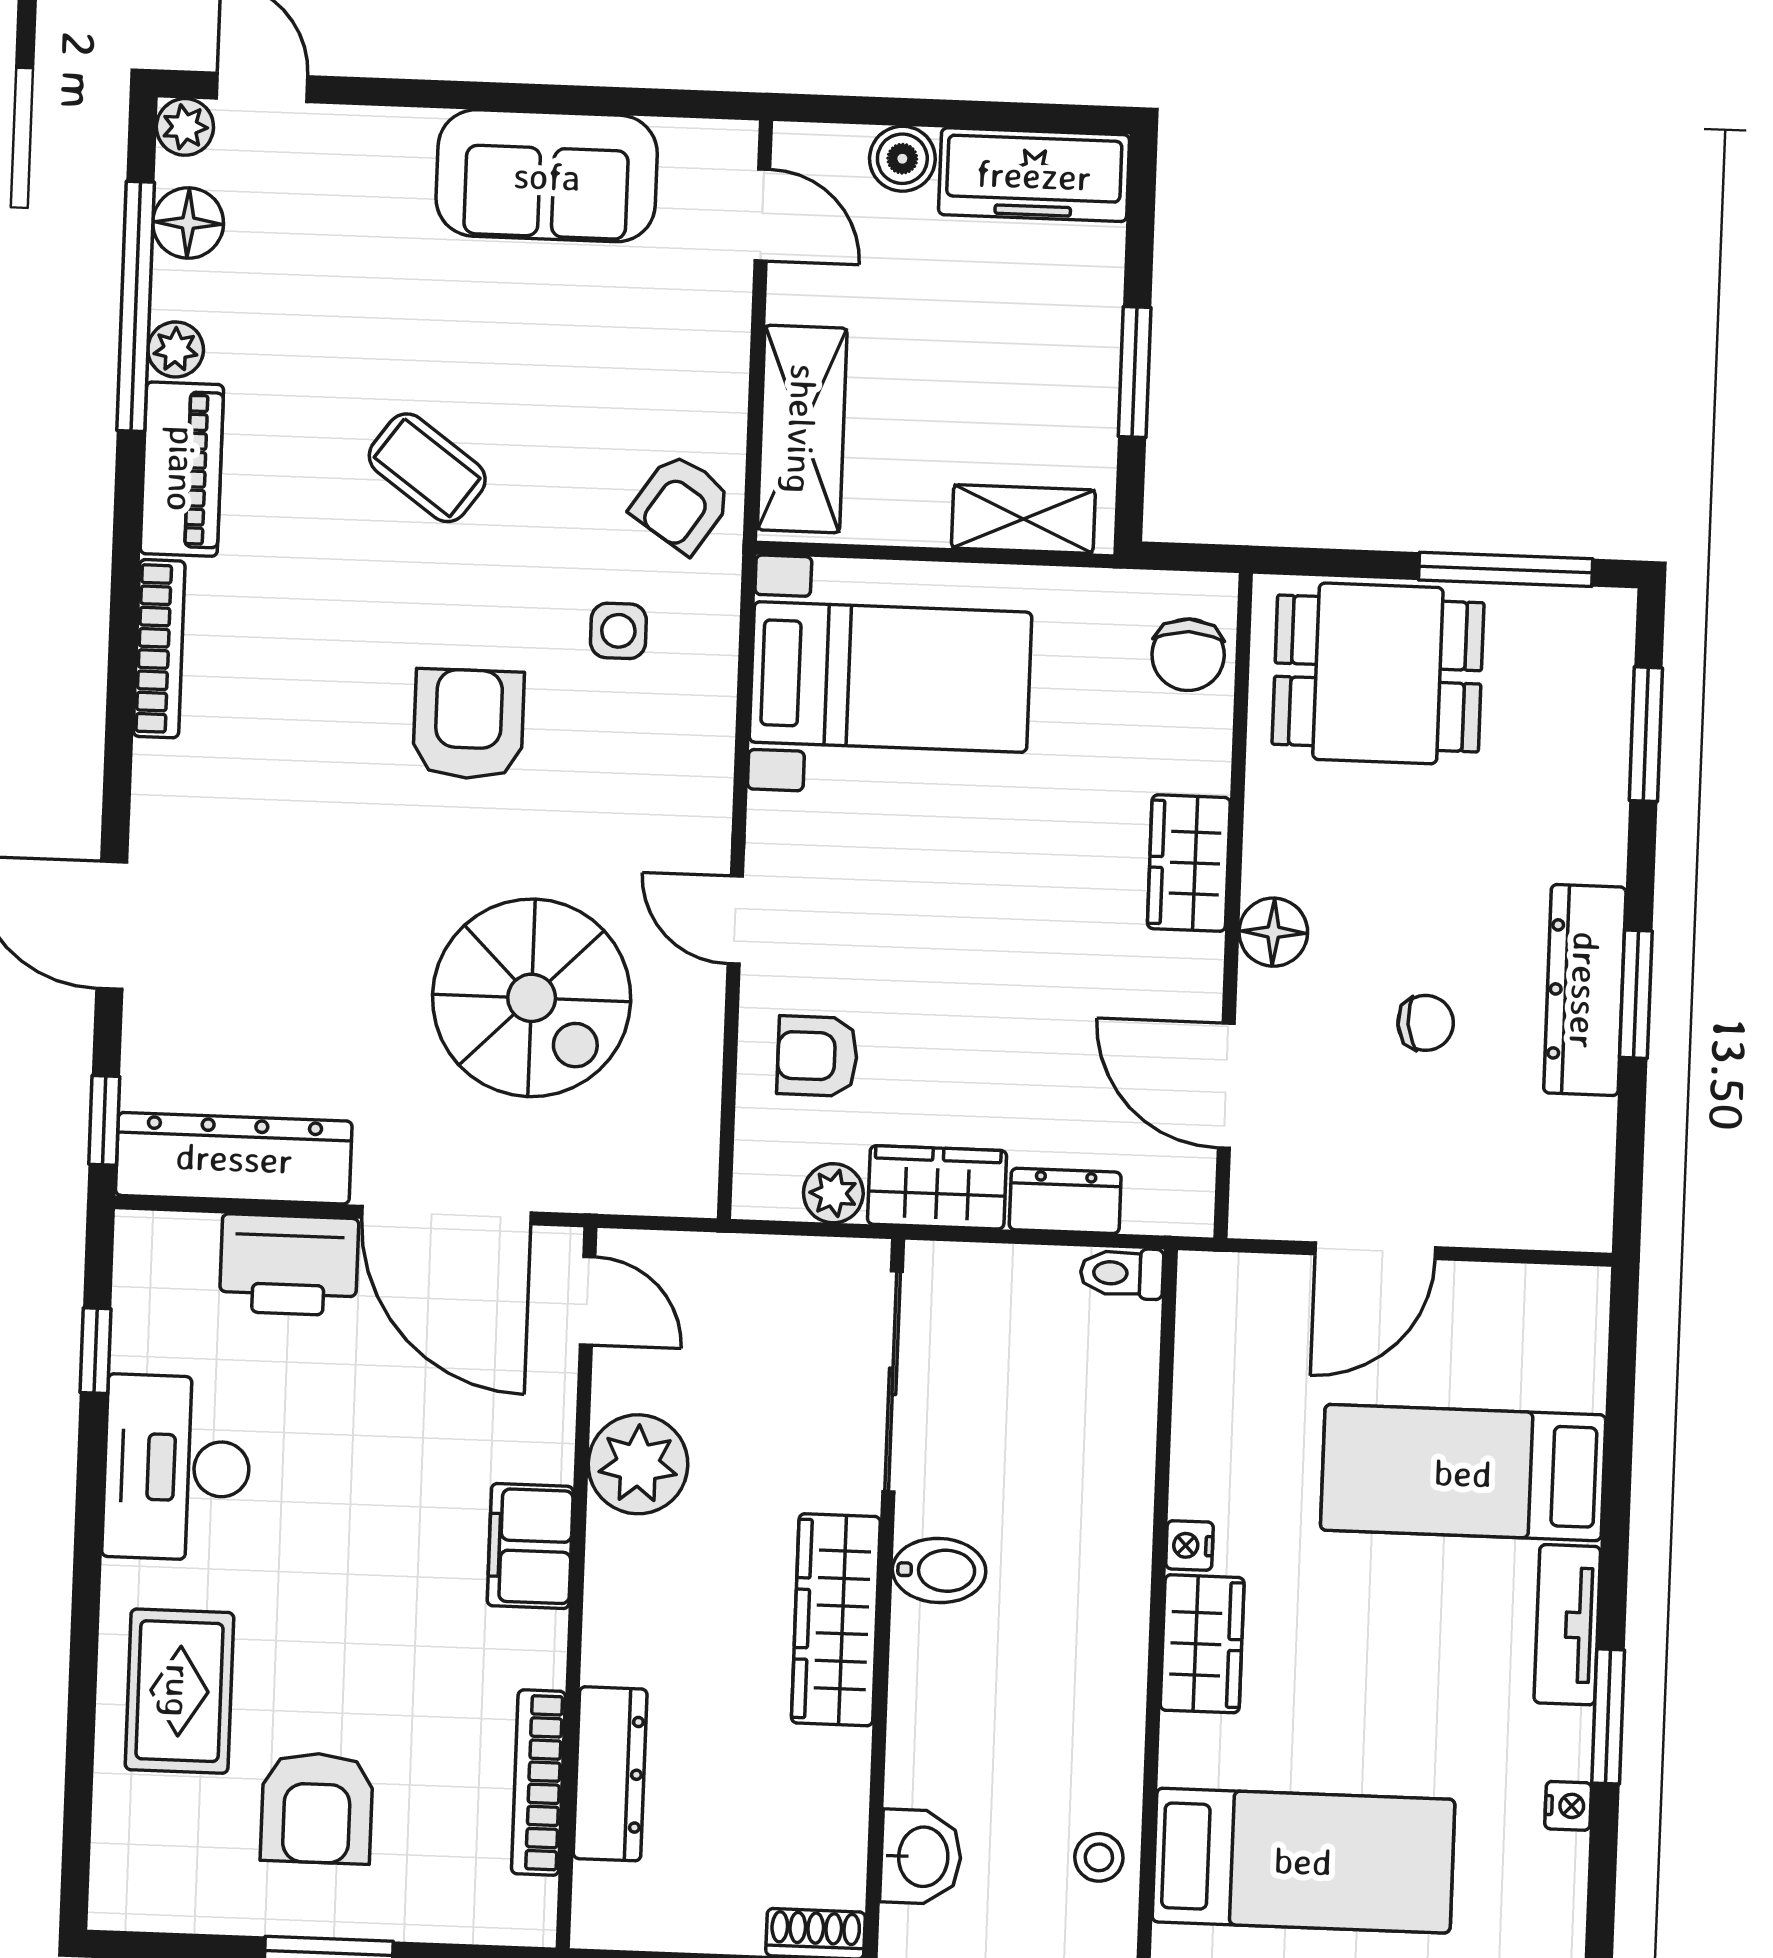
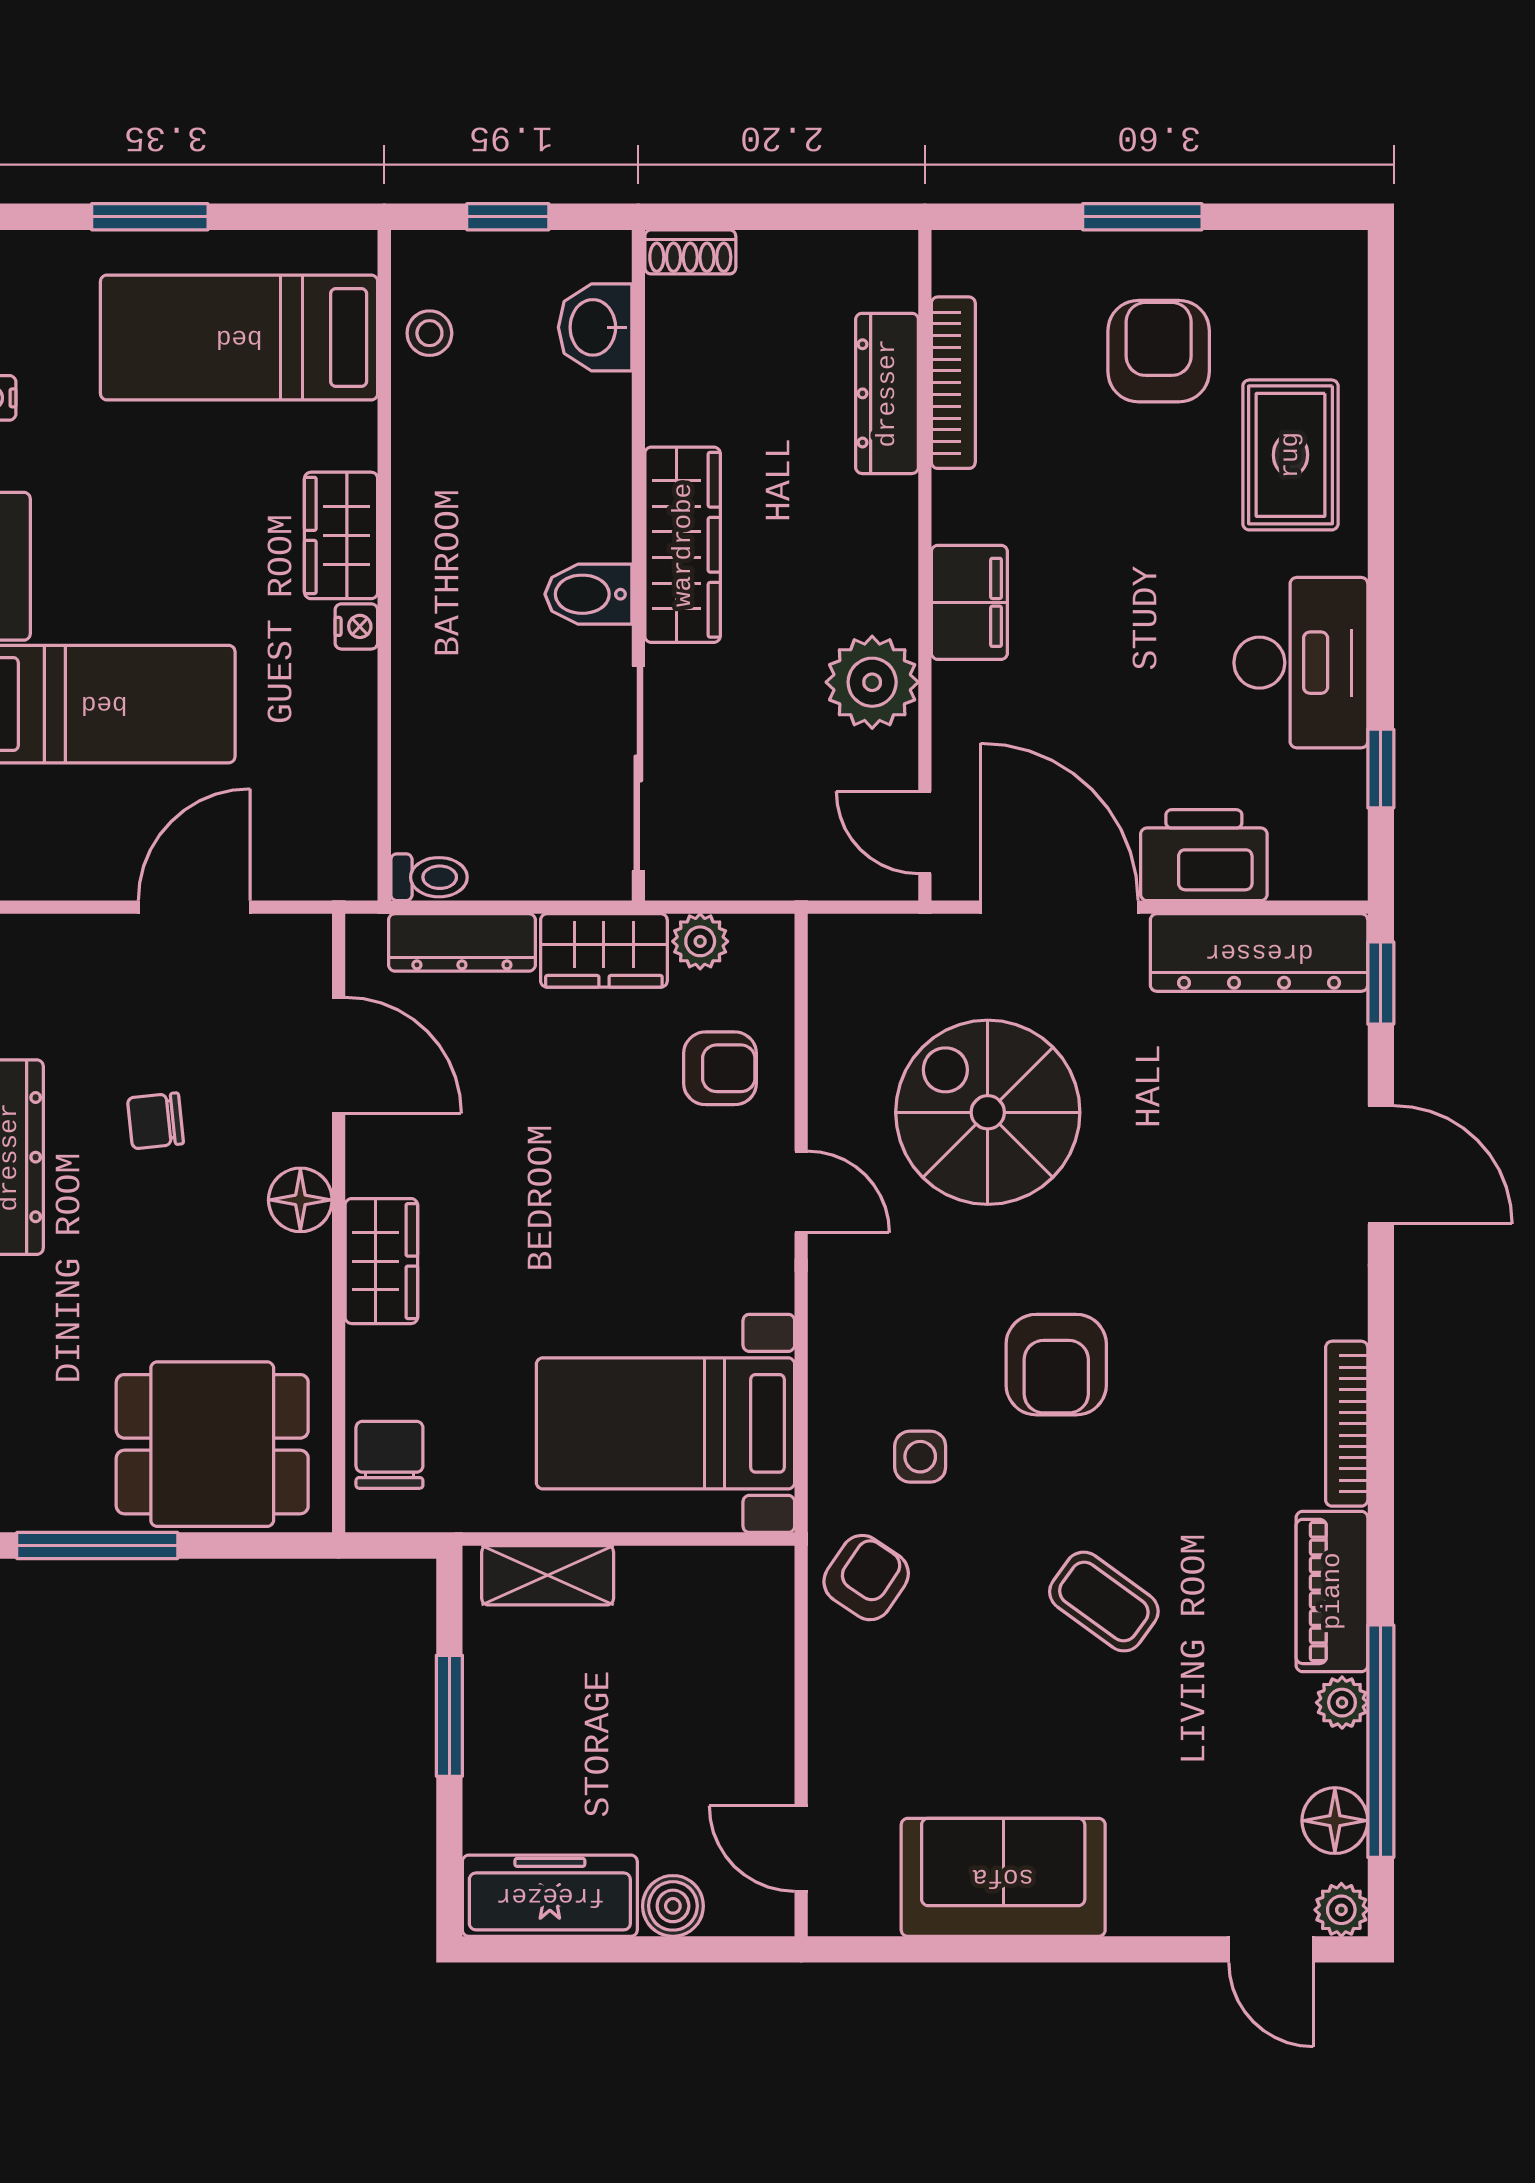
shelving: (802, 429) -> (756, 1651), removed
dresser: (1065, 1201) -> (462, 942), width x1.44

